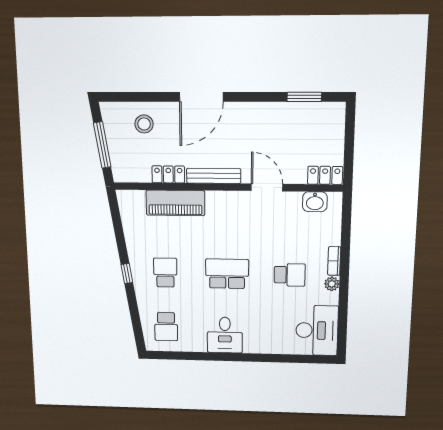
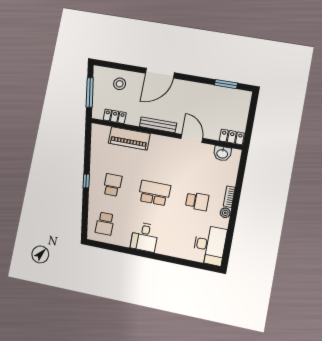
locker: (168, 174) -> (115, 116), moved

